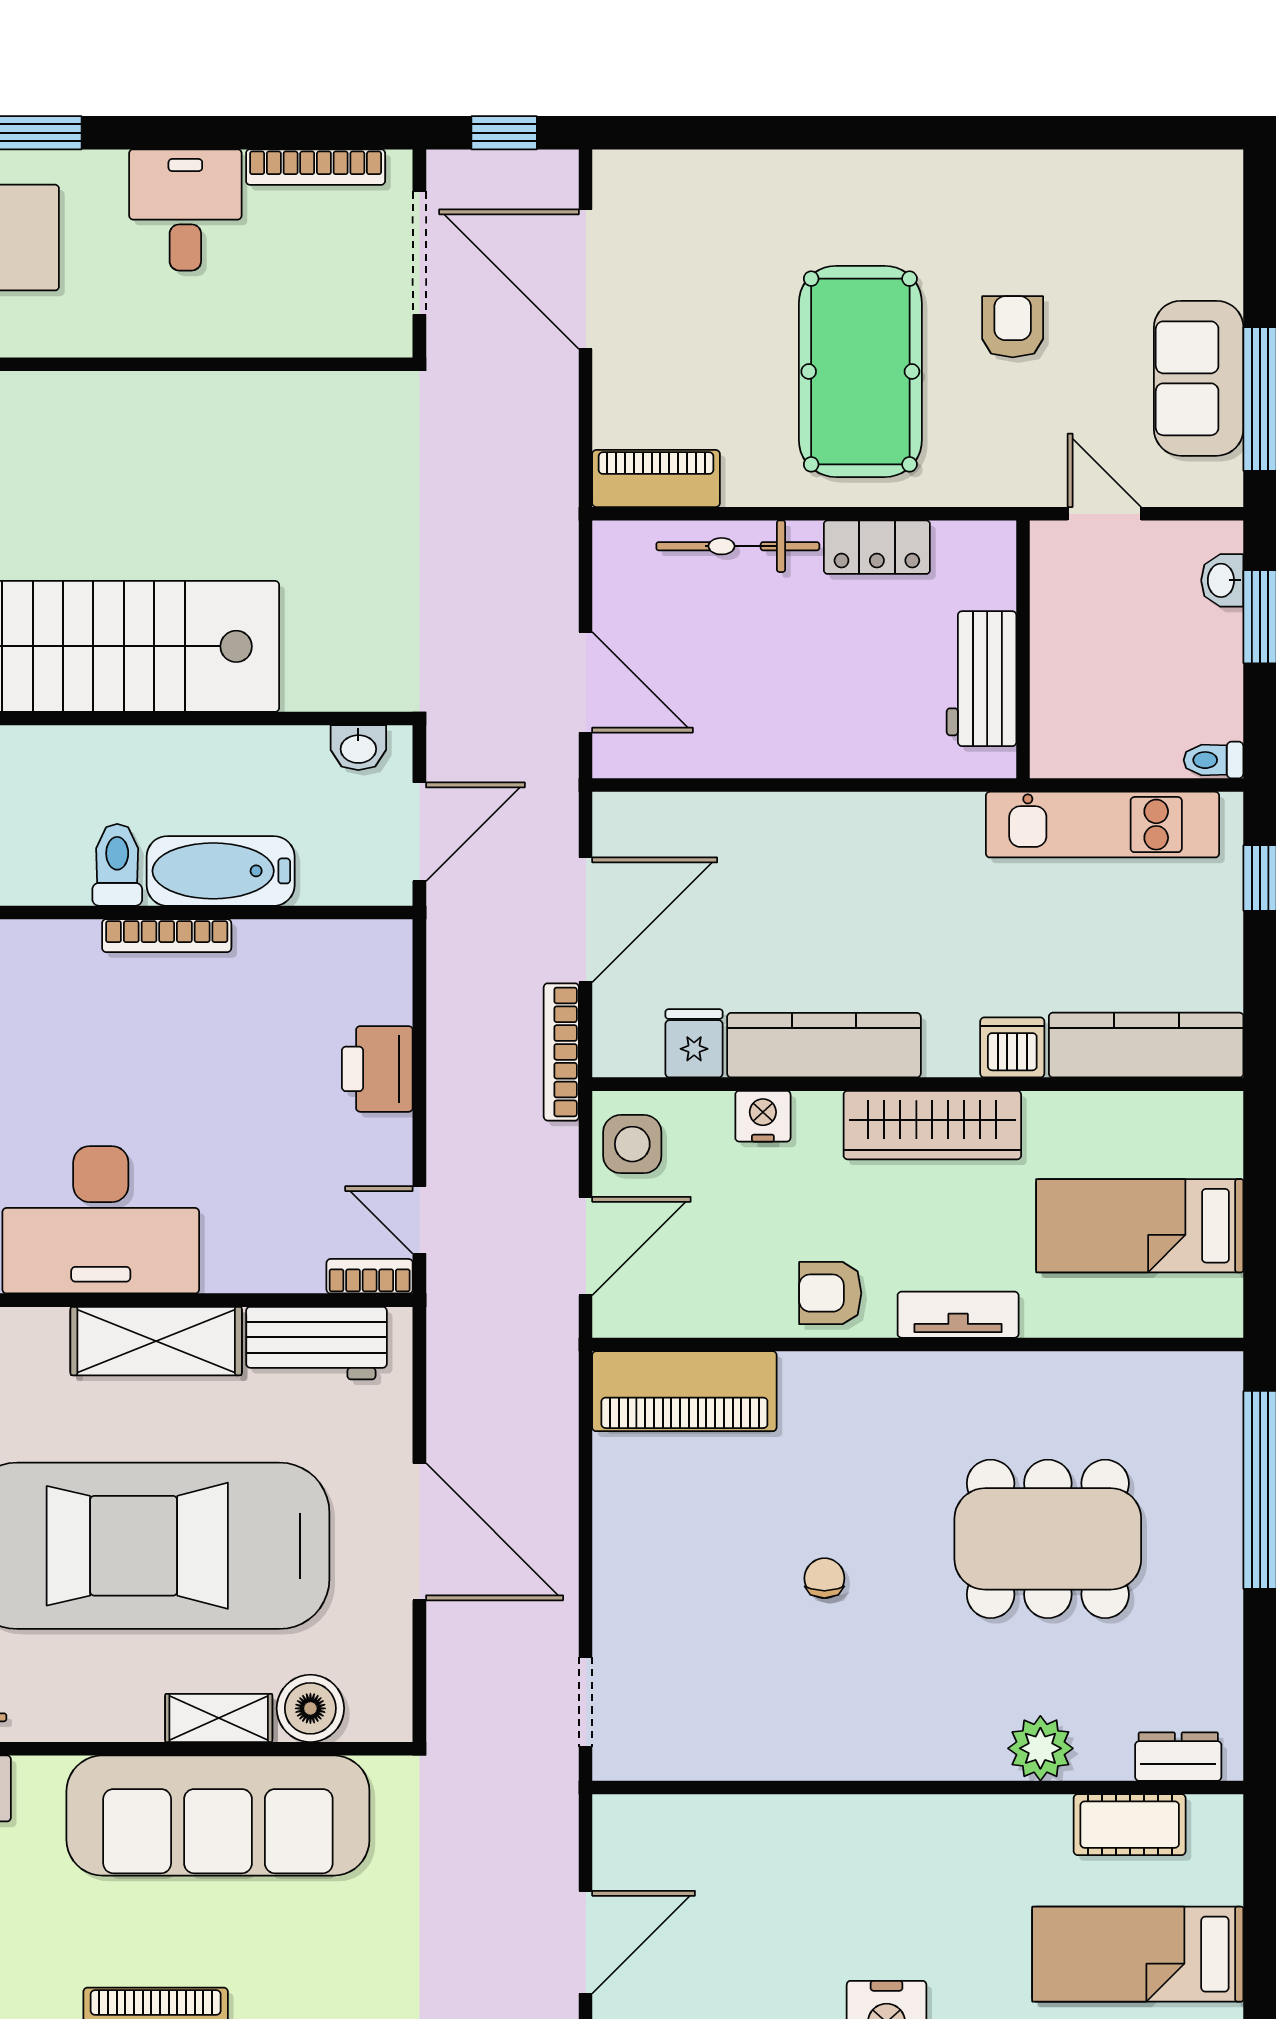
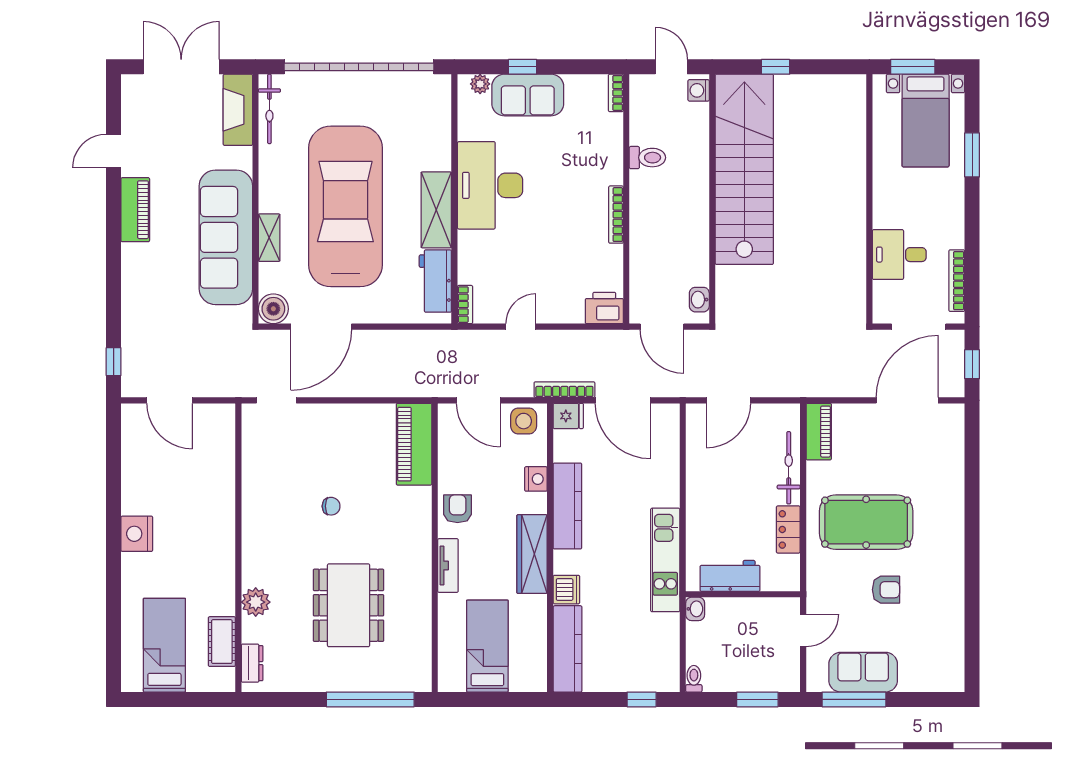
desk: (185, 210) -> (899, 255), moved, turned 180
washbasin: (1222, 580) -> (695, 609), moved, turned 90
kitchen unit: (1103, 825) -> (665, 560), moved
toilet: (117, 865) -> (647, 158), moved
bathtub: (221, 871) -> (645, 238), removed
fridge: (694, 1043) -> (568, 416), moved
printer: (377, 1069) -> (604, 308), moved
door: (419, 1220) -> (521, 327), moved
door: (419, 1532) -> (321, 327), moved
boiler: (310, 1708) -> (273, 309), moved

